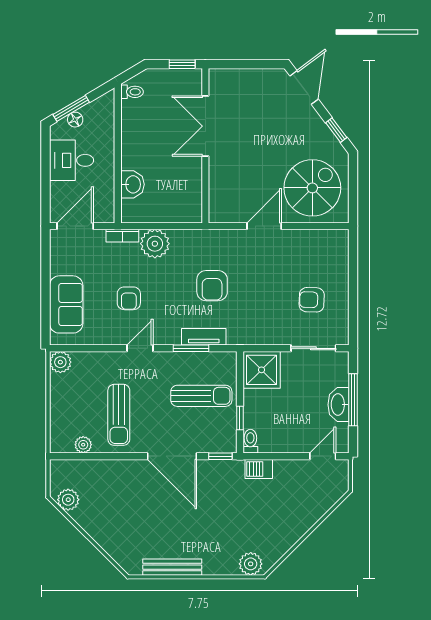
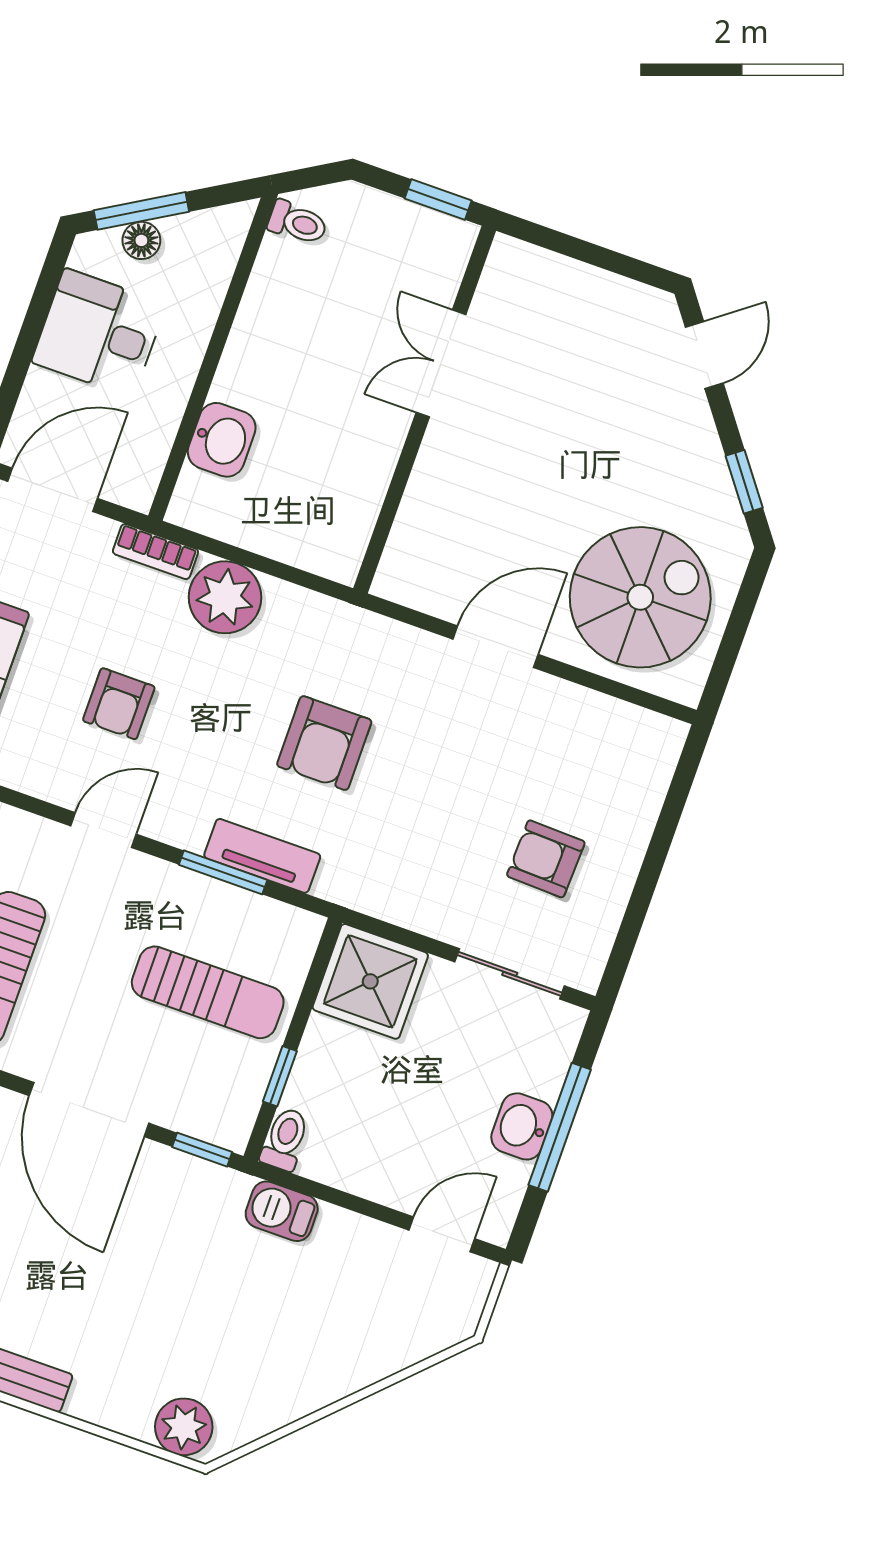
door: (304, 87) -> (704, 355), width x0.73
double door: (205, 126) -> (441, 364), width x0.73
washbasin: (338, 405) -> (522, 1126), width x0.72

